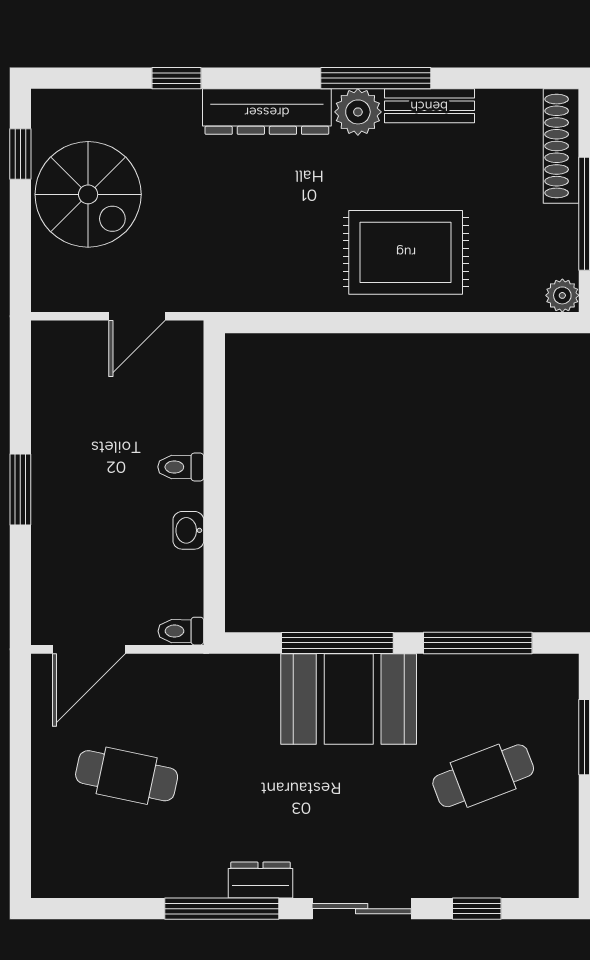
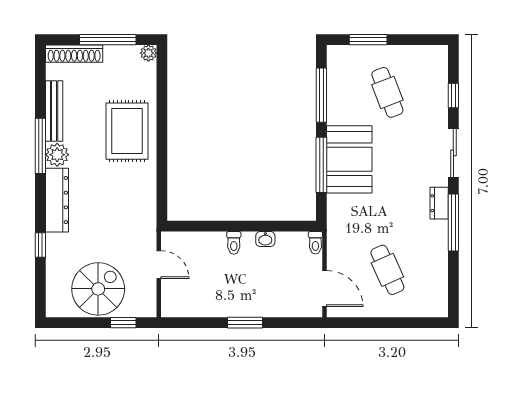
bench: (429, 106) -> (54, 111), width x1.36
window: (20, 154) -> (123, 323), moved
cafe table: (127, 776) -> (387, 270), turned -36

